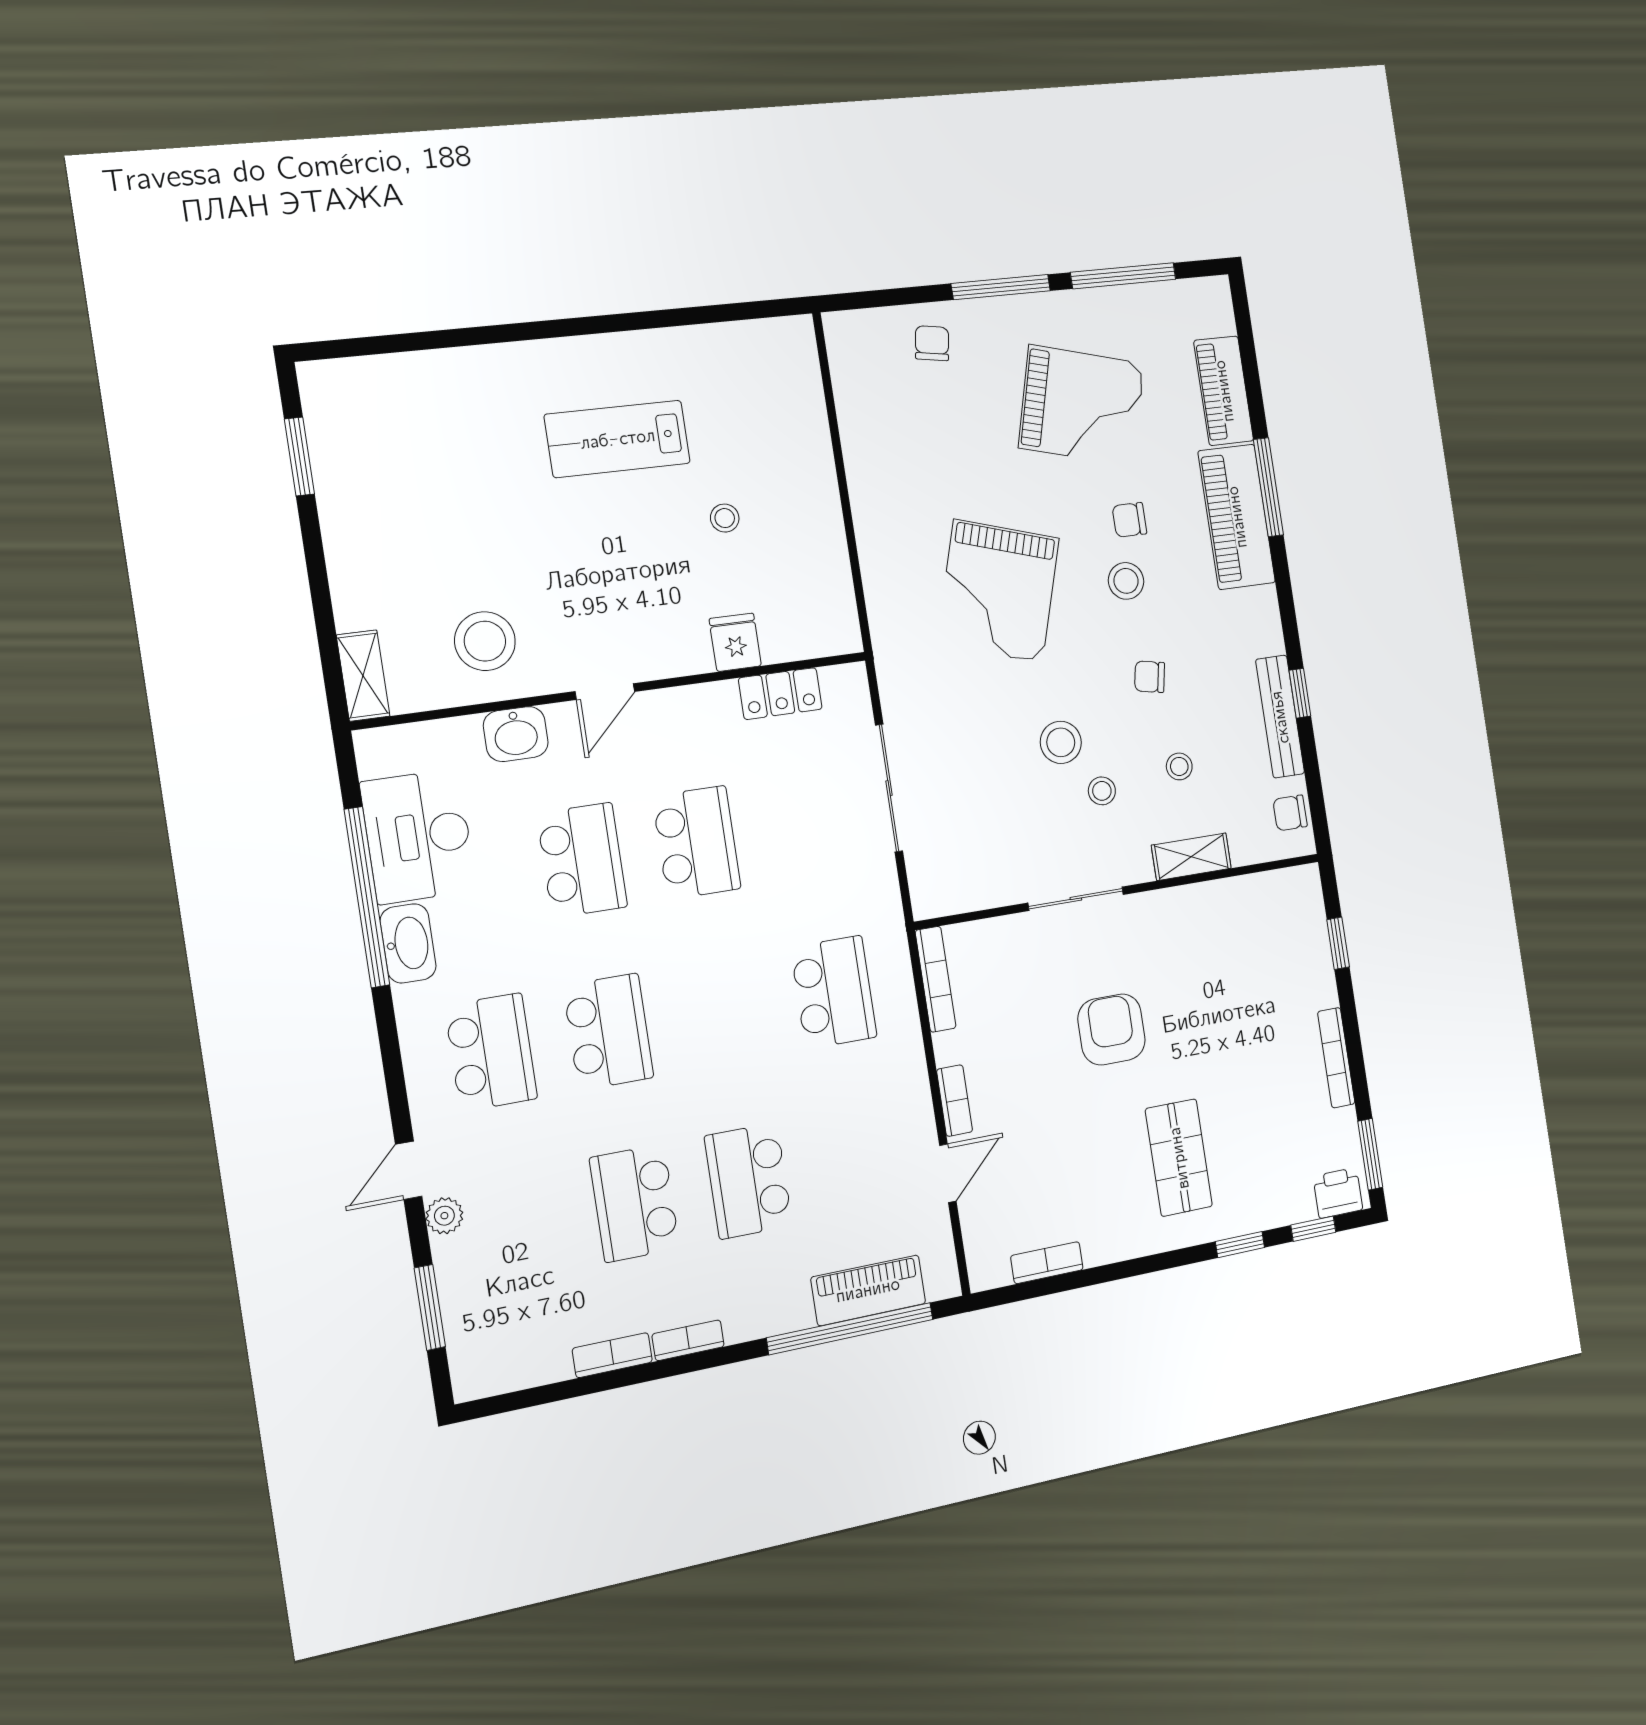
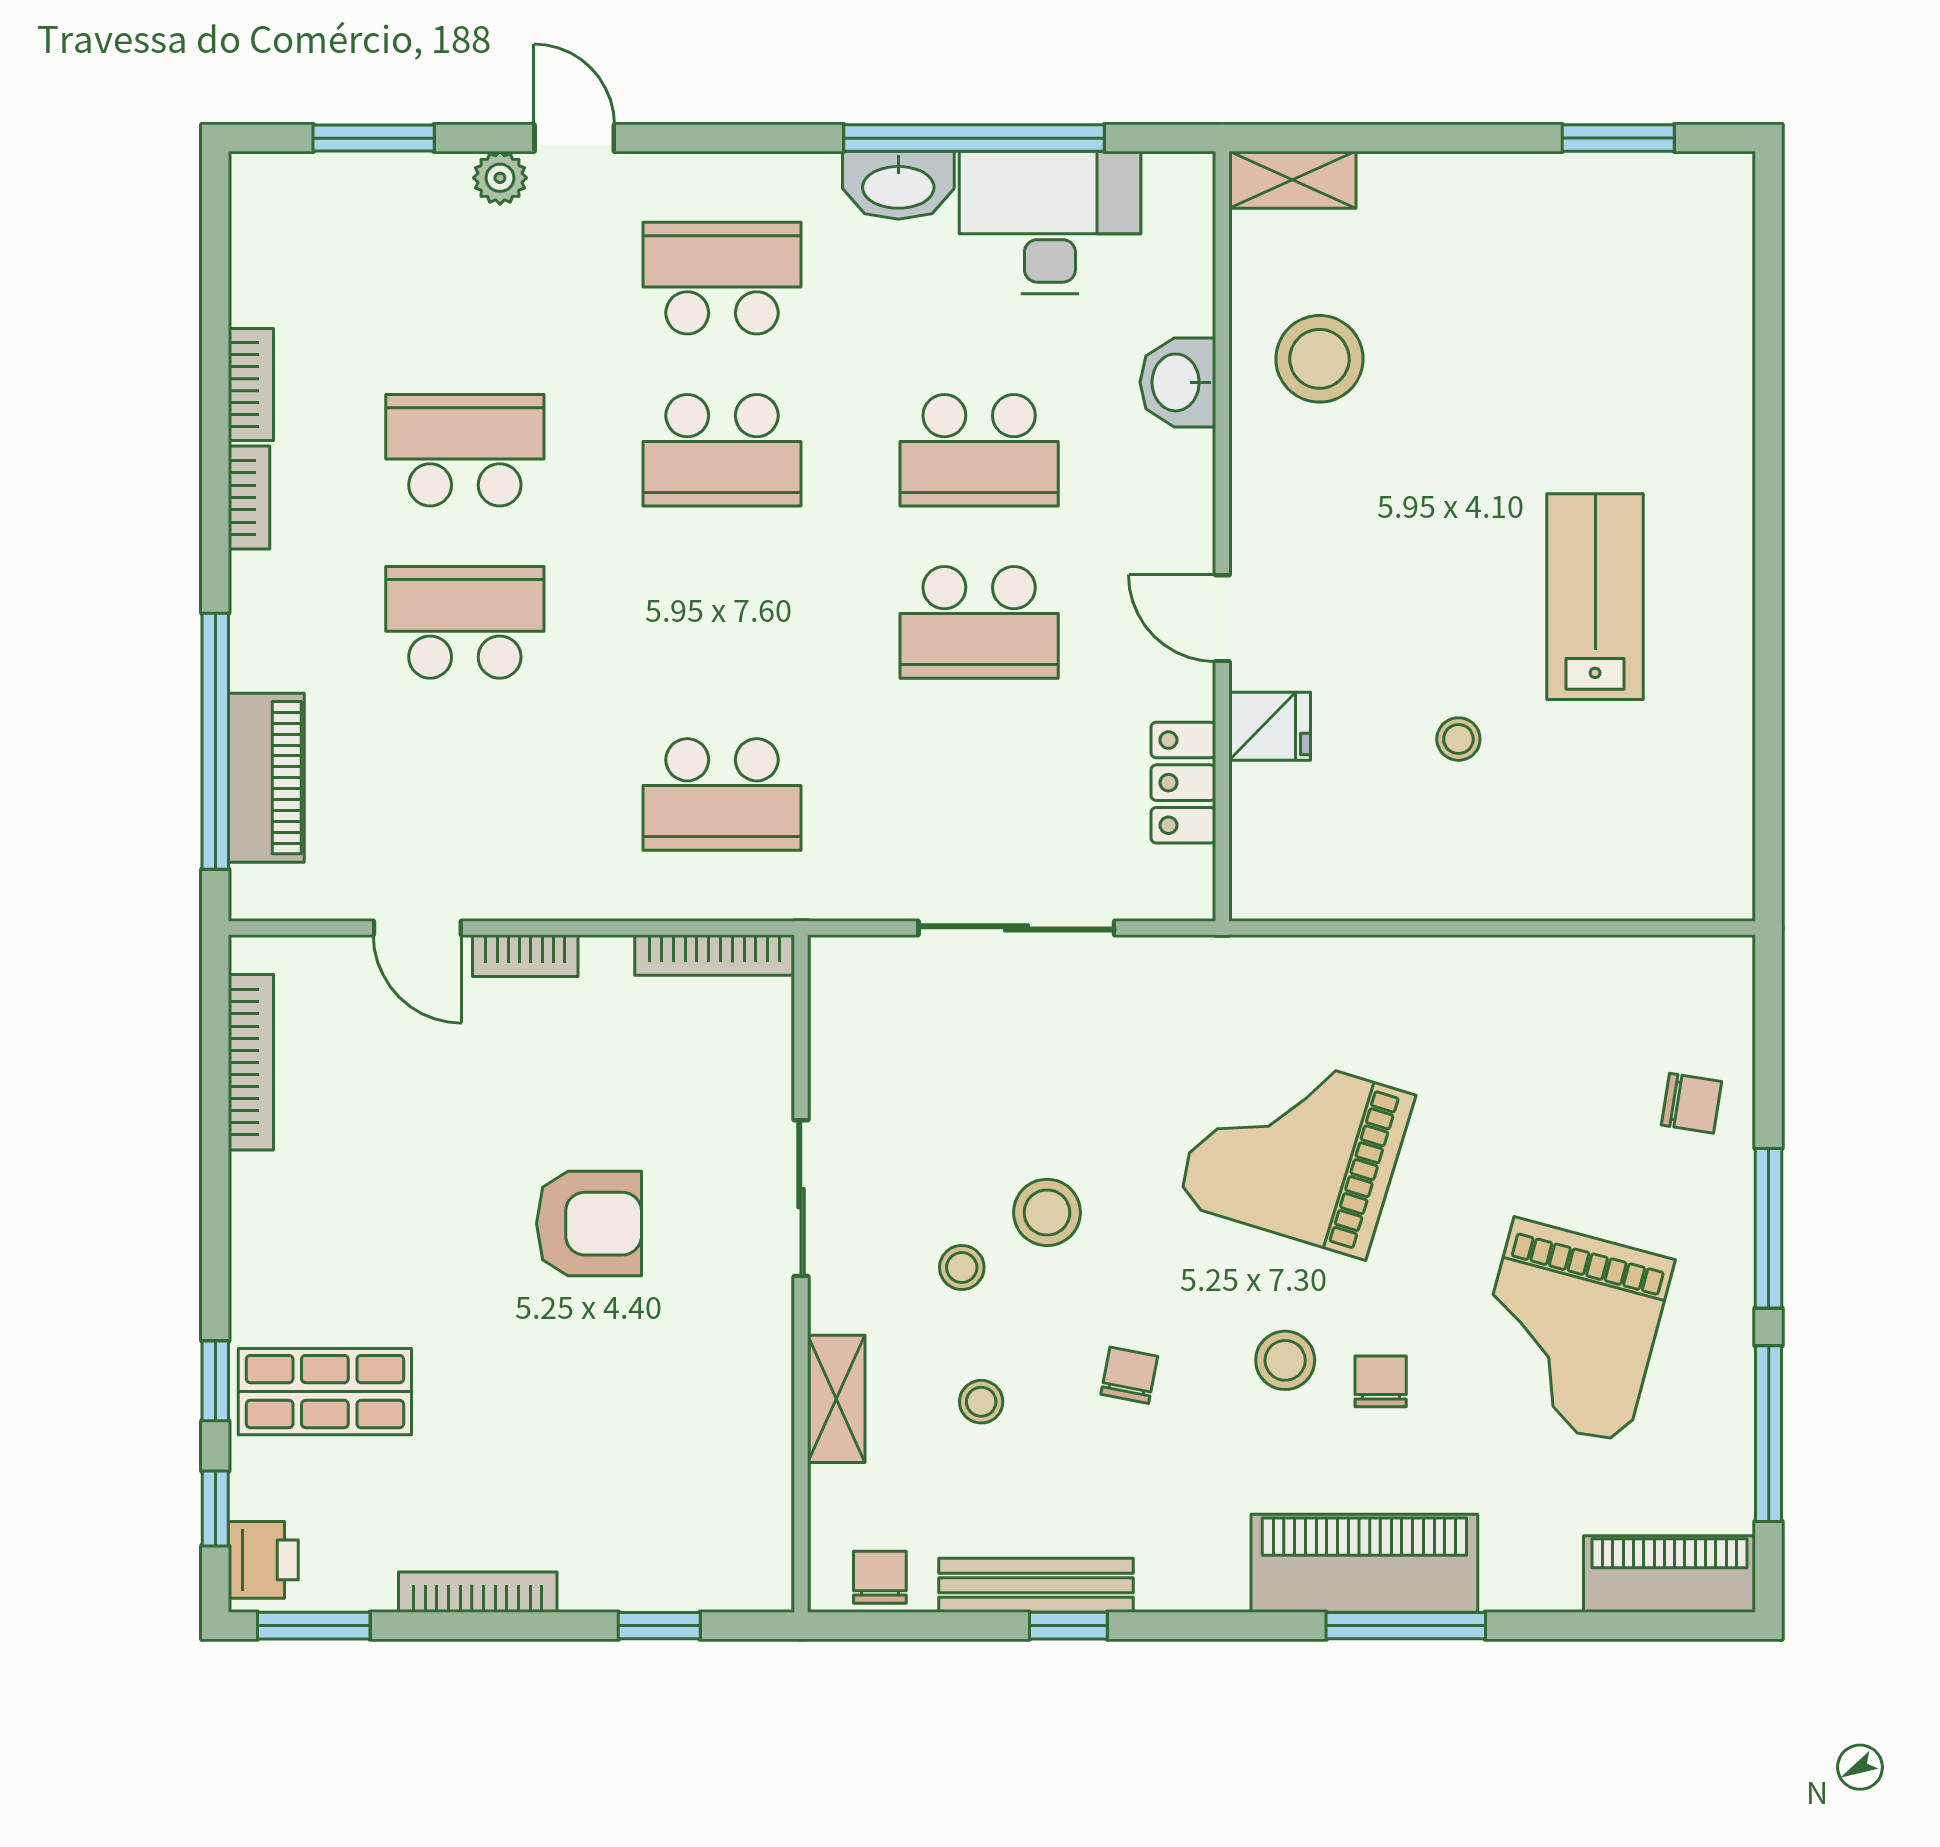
piano: (1224, 391) -> (1669, 1574), moved
door: (605, 692) -> (1222, 618), moved
school desk: (491, 1052) -> (722, 278), turned 180
shop shelf: (1179, 1158) -> (325, 1392), moved
bookcase: (1047, 1263) -> (251, 1062), width x1.56

